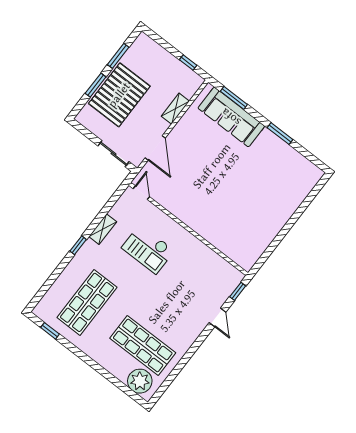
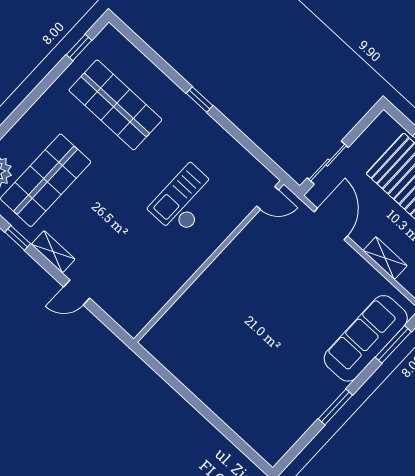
door: (155, 148) -> (331, 224), swing flipped
shelving: (103, 229) -> (53, 252), moved
window: (238, 291) -> (18, 238), moved

